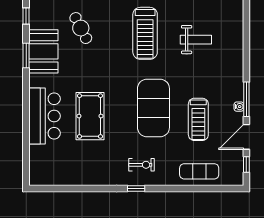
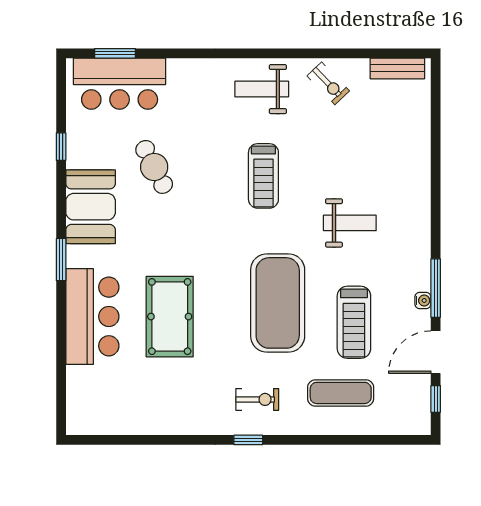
treadmill: (145, 33) -> (263, 176), width x0.73, depth x0.73
weight bench: (196, 40) -> (350, 223), moved
window: (26, 55) -> (61, 260), moved
exercise mat: (199, 171) -> (341, 393), moved

